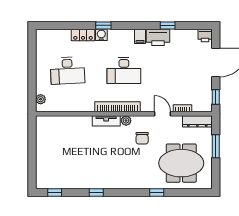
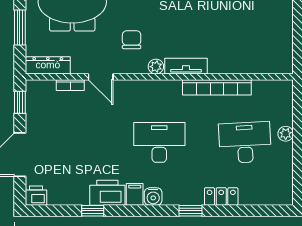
water cooler: (101, 35) -> (153, 197), moved
plant: (41, 99) -> (286, 134), moved
bookcase: (118, 107) -> (217, 87), moved

